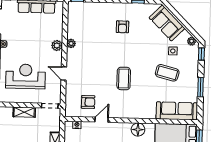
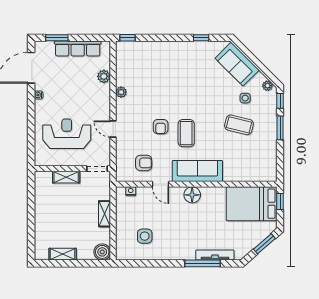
armchair: (122, 27) -> (161, 127), moved
plant: (57, 46) -> (104, 76), moved
window: (201, 87) -> (280, 128), moved
sofa: (177, 111) -> (197, 171), moved
door: (102, 120) -> (161, 184), swing flipped
floor lamp: (138, 130) -> (192, 195), moved

